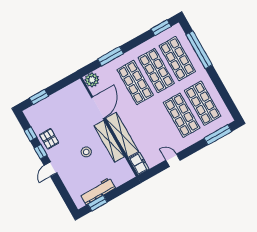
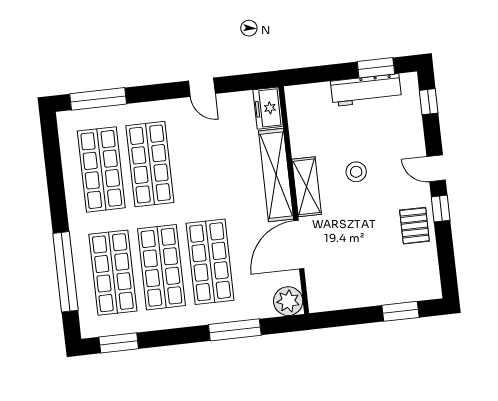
window: (31, 134) -> (429, 102), moved
shelving: (109, 141) -> (307, 187), width x0.68
door: (50, 169) -> (436, 168), swing flipped

